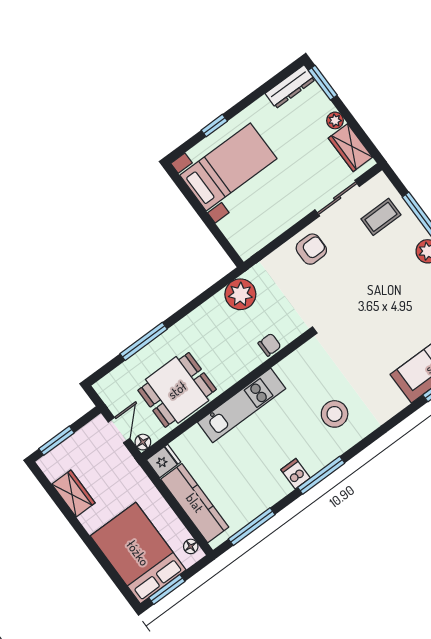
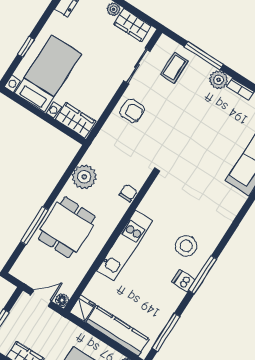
wardrobe: (240, 235) -> (75, 120), added
armchair: (311, 249) -> (132, 111), turned 90
plant: (240, 294) -> (84, 177), moved
dining table: (177, 390) -> (67, 227), moved
stool: (335, 414) -> (186, 246), moved
door: (119, 430) -> (41, 298), hinge flipped

